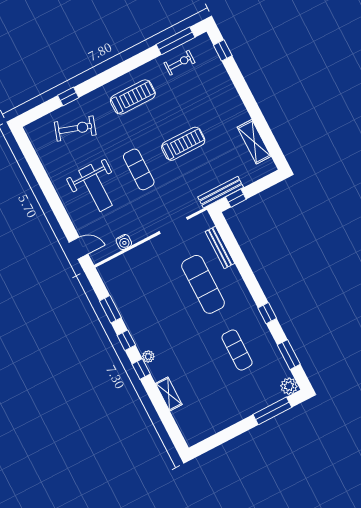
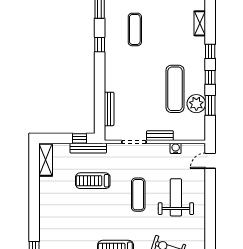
shelving: (254, 142) -> (46, 160), moved
treadmill: (183, 144) -> (93, 181), moved
bench: (148, 247) -> (160, 136), added
door: (79, 248) -> (210, 161), hinge flipped
exercise mat: (203, 284) -> (175, 89), moved
plant: (148, 356) -> (196, 104), moved, width x1.87, depth x1.87

